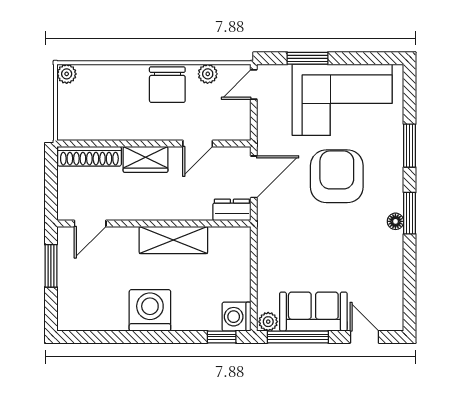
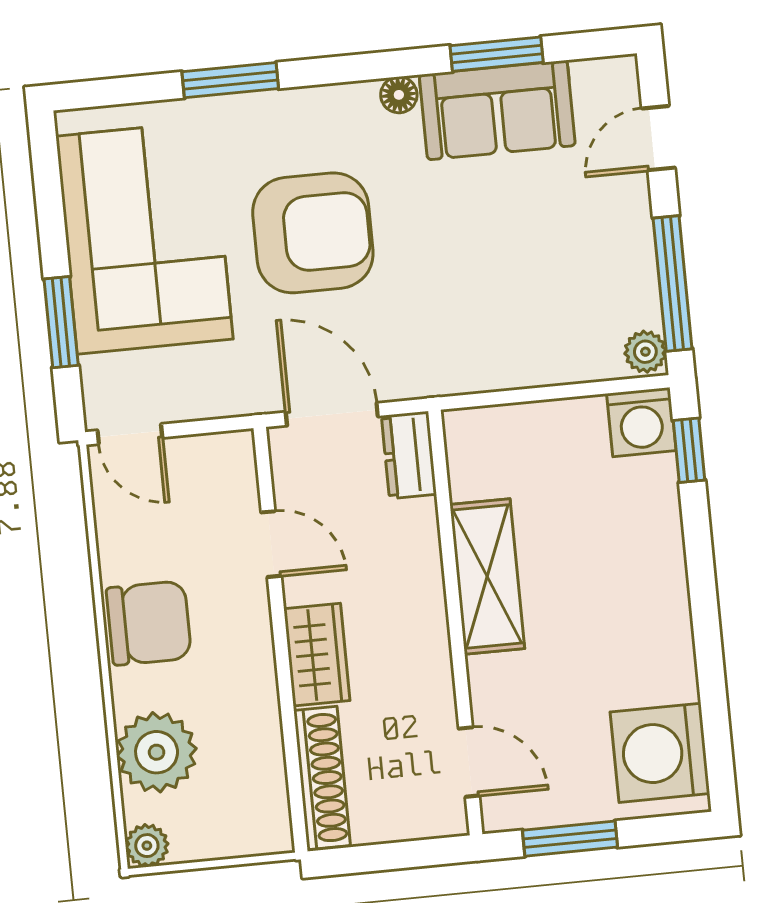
plant: (208, 74) -> (157, 752), moved, width x1.88, depth x1.88
armchair: (337, 176) -> (313, 233), turned 180
window: (410, 213) -> (497, 54), moved
washing machine: (150, 310) -> (660, 753), moved
sofa: (313, 312) -> (497, 110), moved, turned -90

